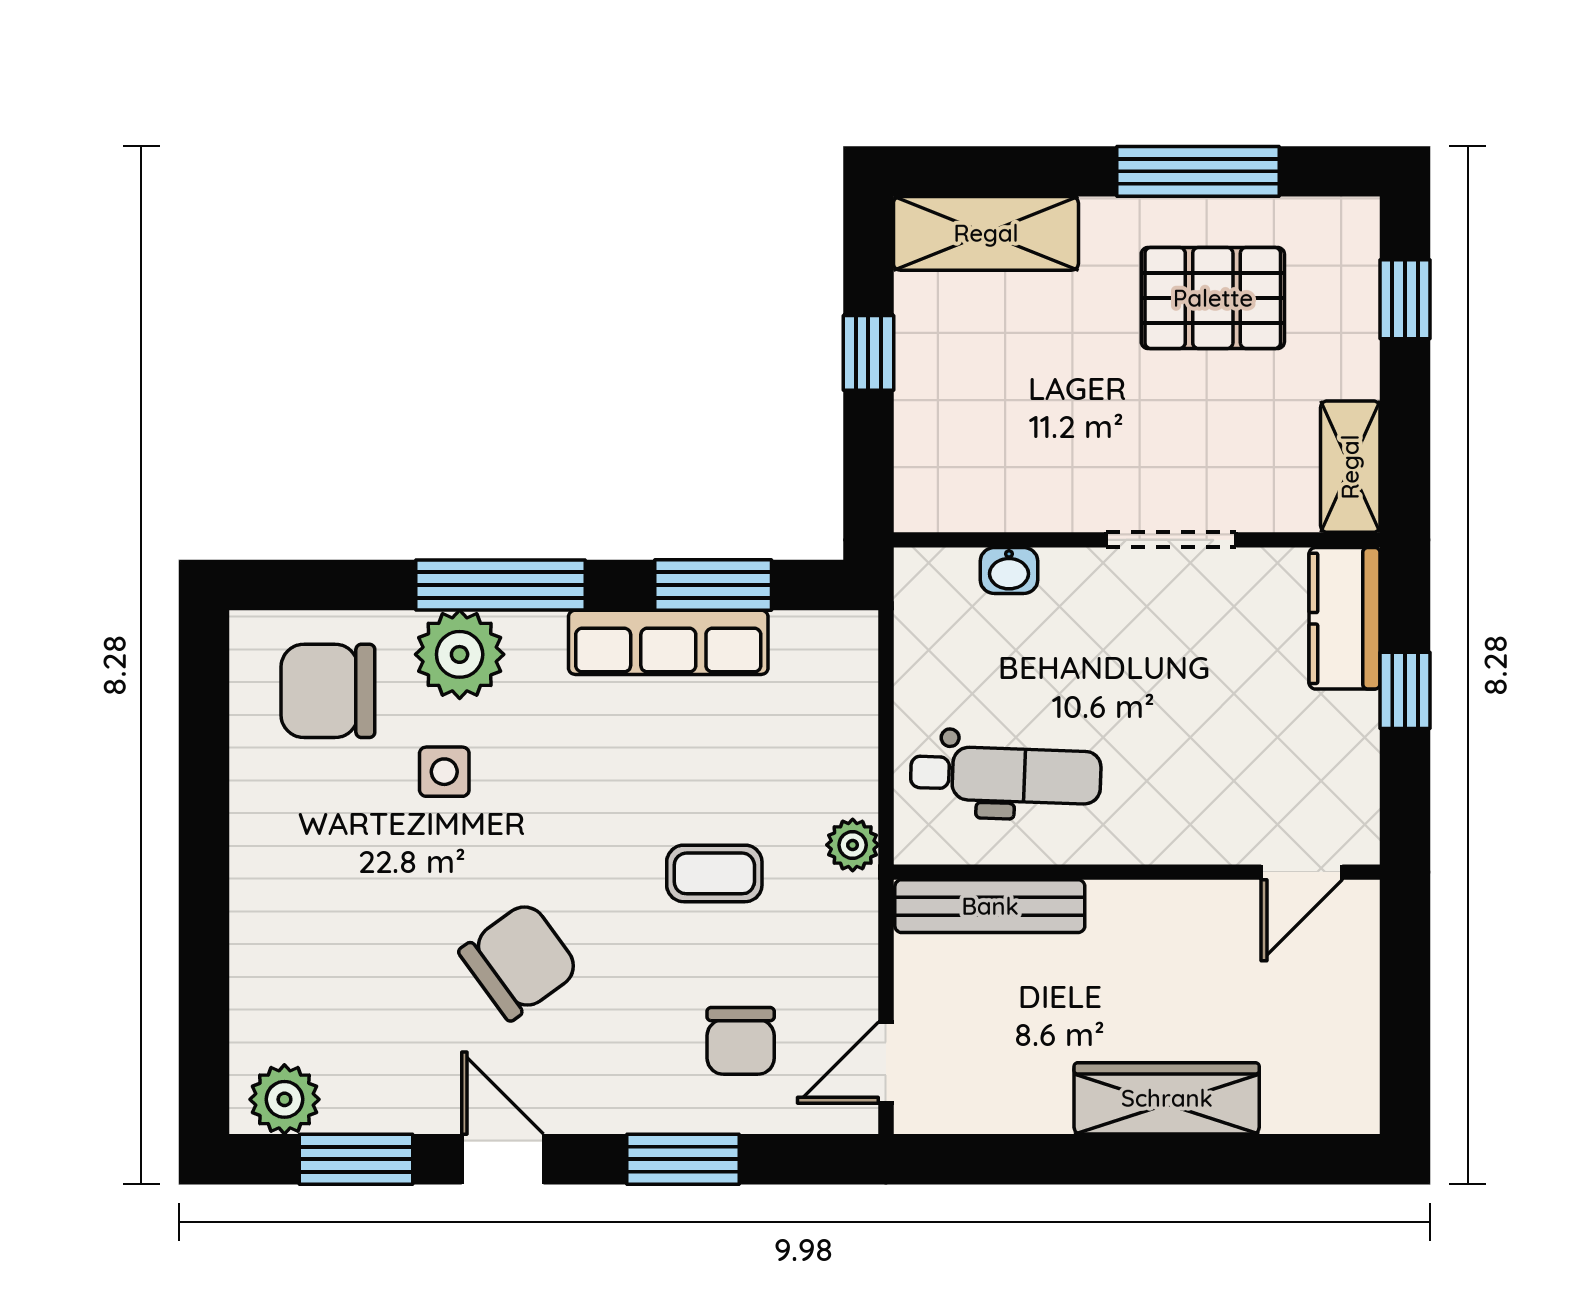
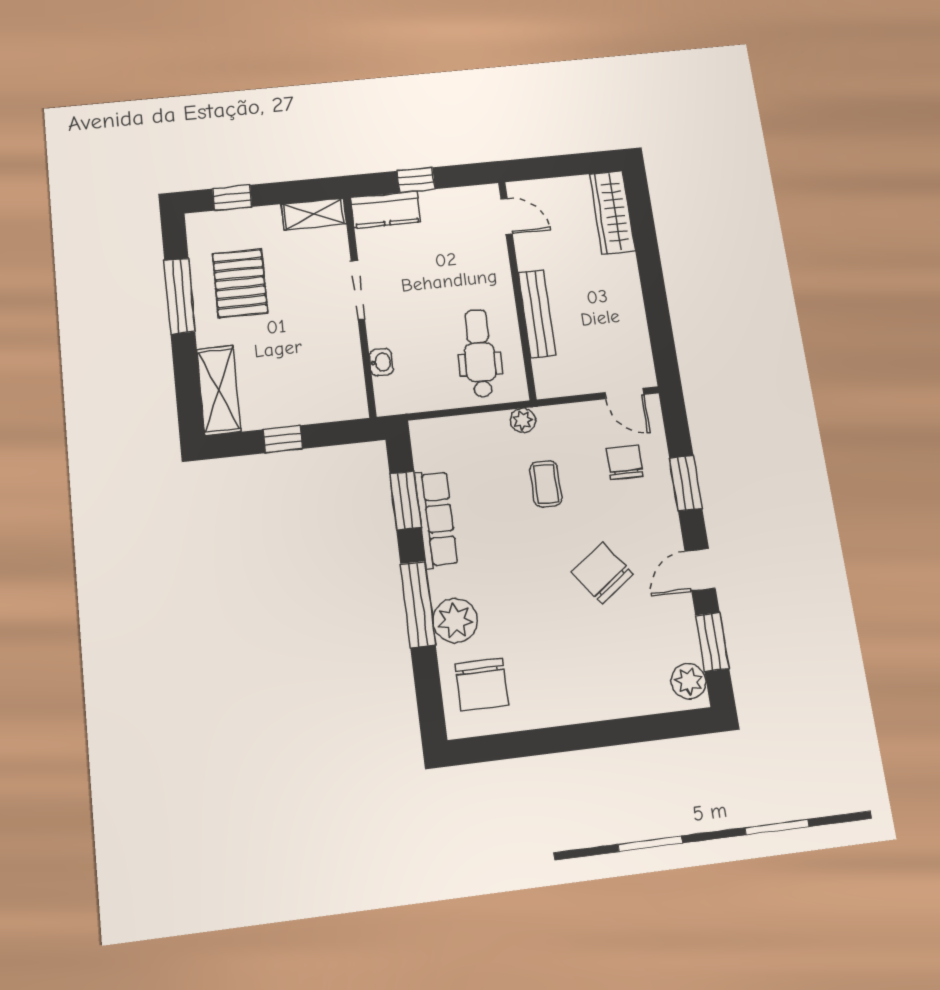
side table: (444, 772) -> (514, 621), removed
bench: (990, 906) -> (537, 314), moved
chair: (741, 1041) -> (625, 462), turned -90
wardrobe: (1167, 1098) -> (612, 212), moved

